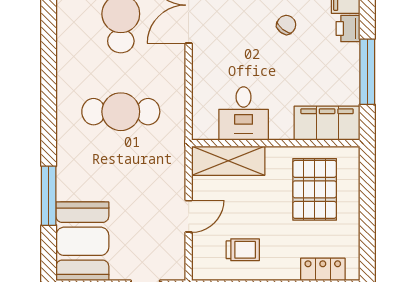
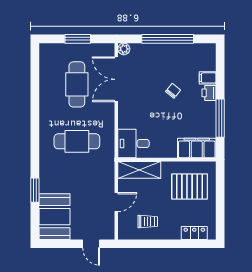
desk: (244, 114) -> (134, 143), moved, turned 90
pallet: (315, 189) -> (190, 186), turned 90
window: (49, 196) -> (35, 190), width x0.69

